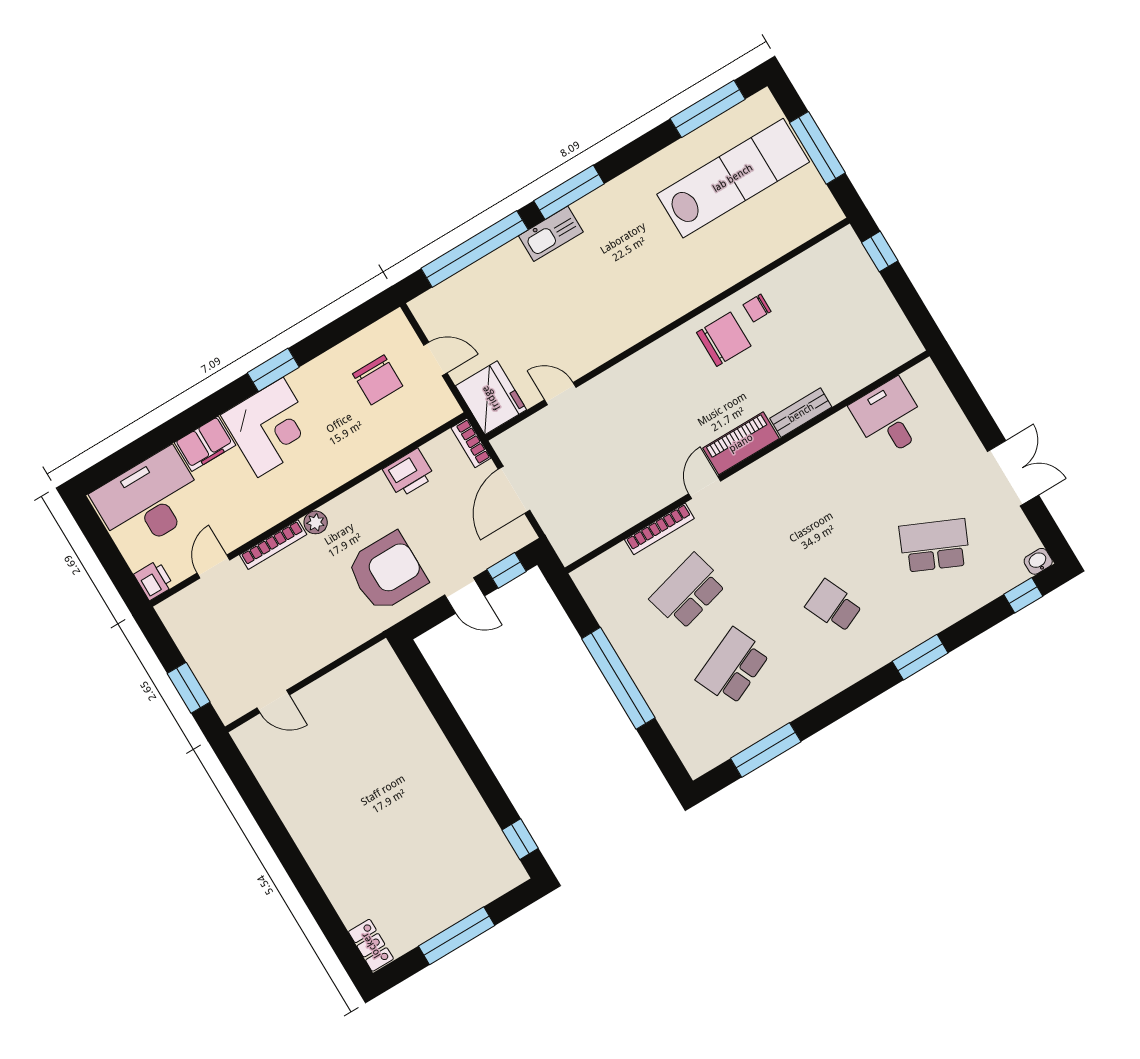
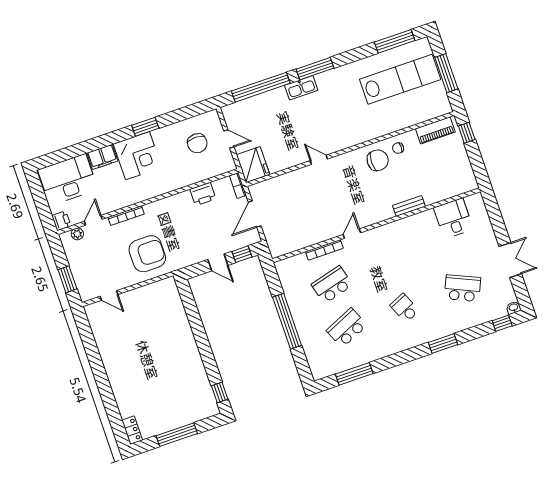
door: (560, 394) -> (319, 160), moved
piano: (741, 443) -> (435, 130), moved, turned 180
plant: (316, 522) -> (77, 234), moved
armchair: (387, 572) -> (147, 254), moved

